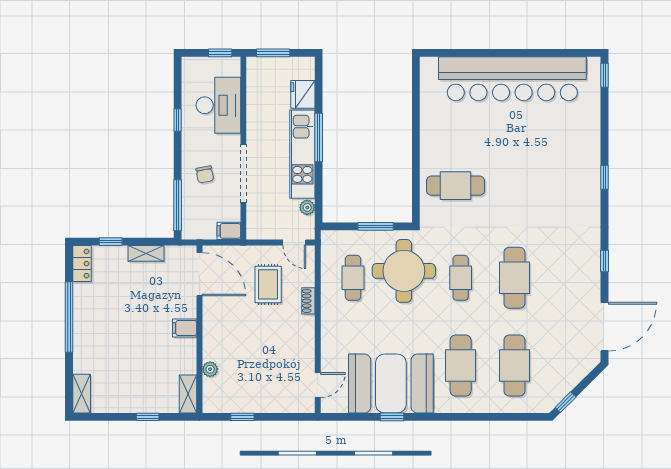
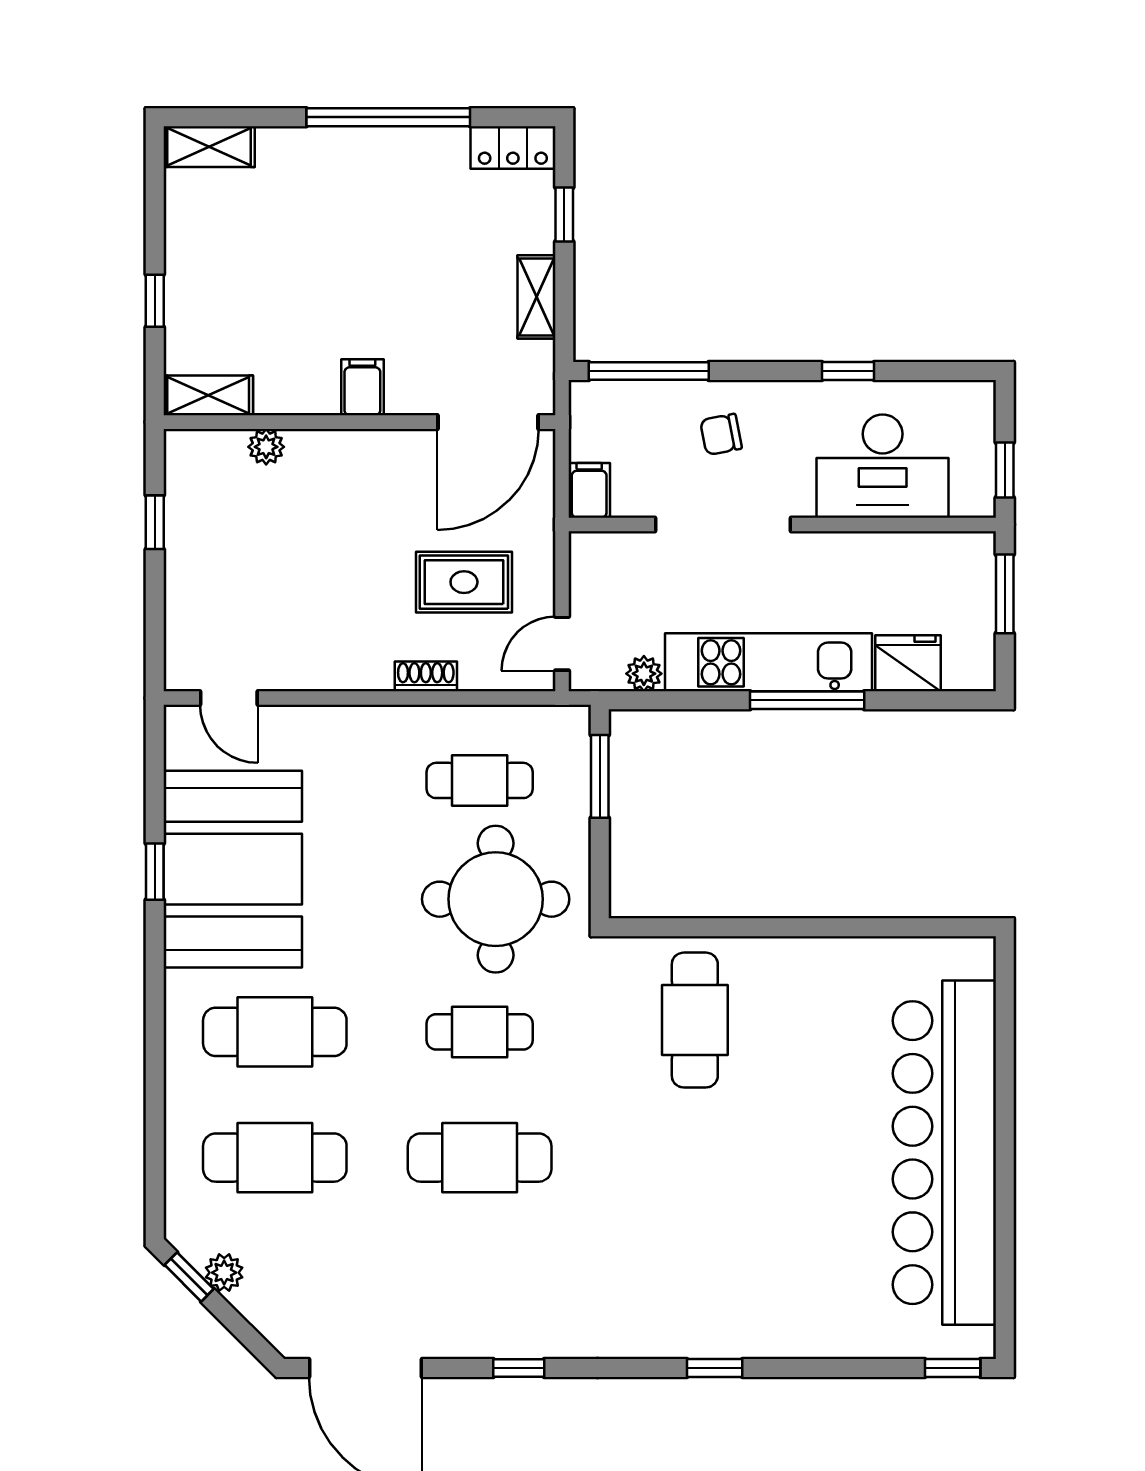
window: (376, 226) -> (600, 776), moved
plant: (564, 387) -> (224, 1273), added

